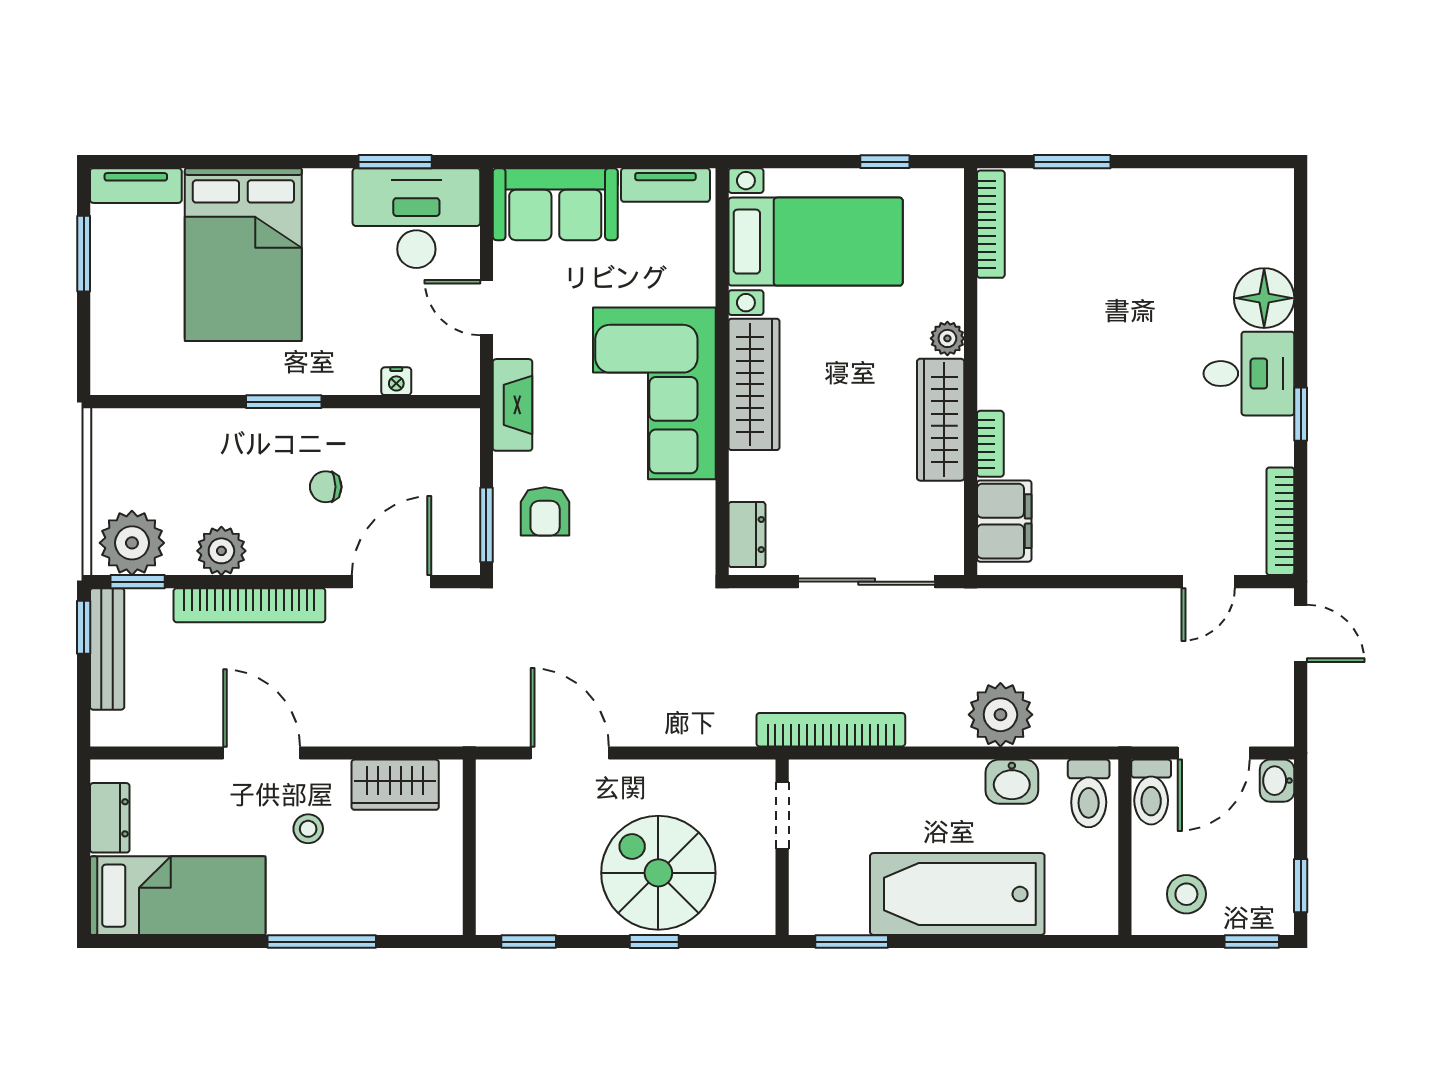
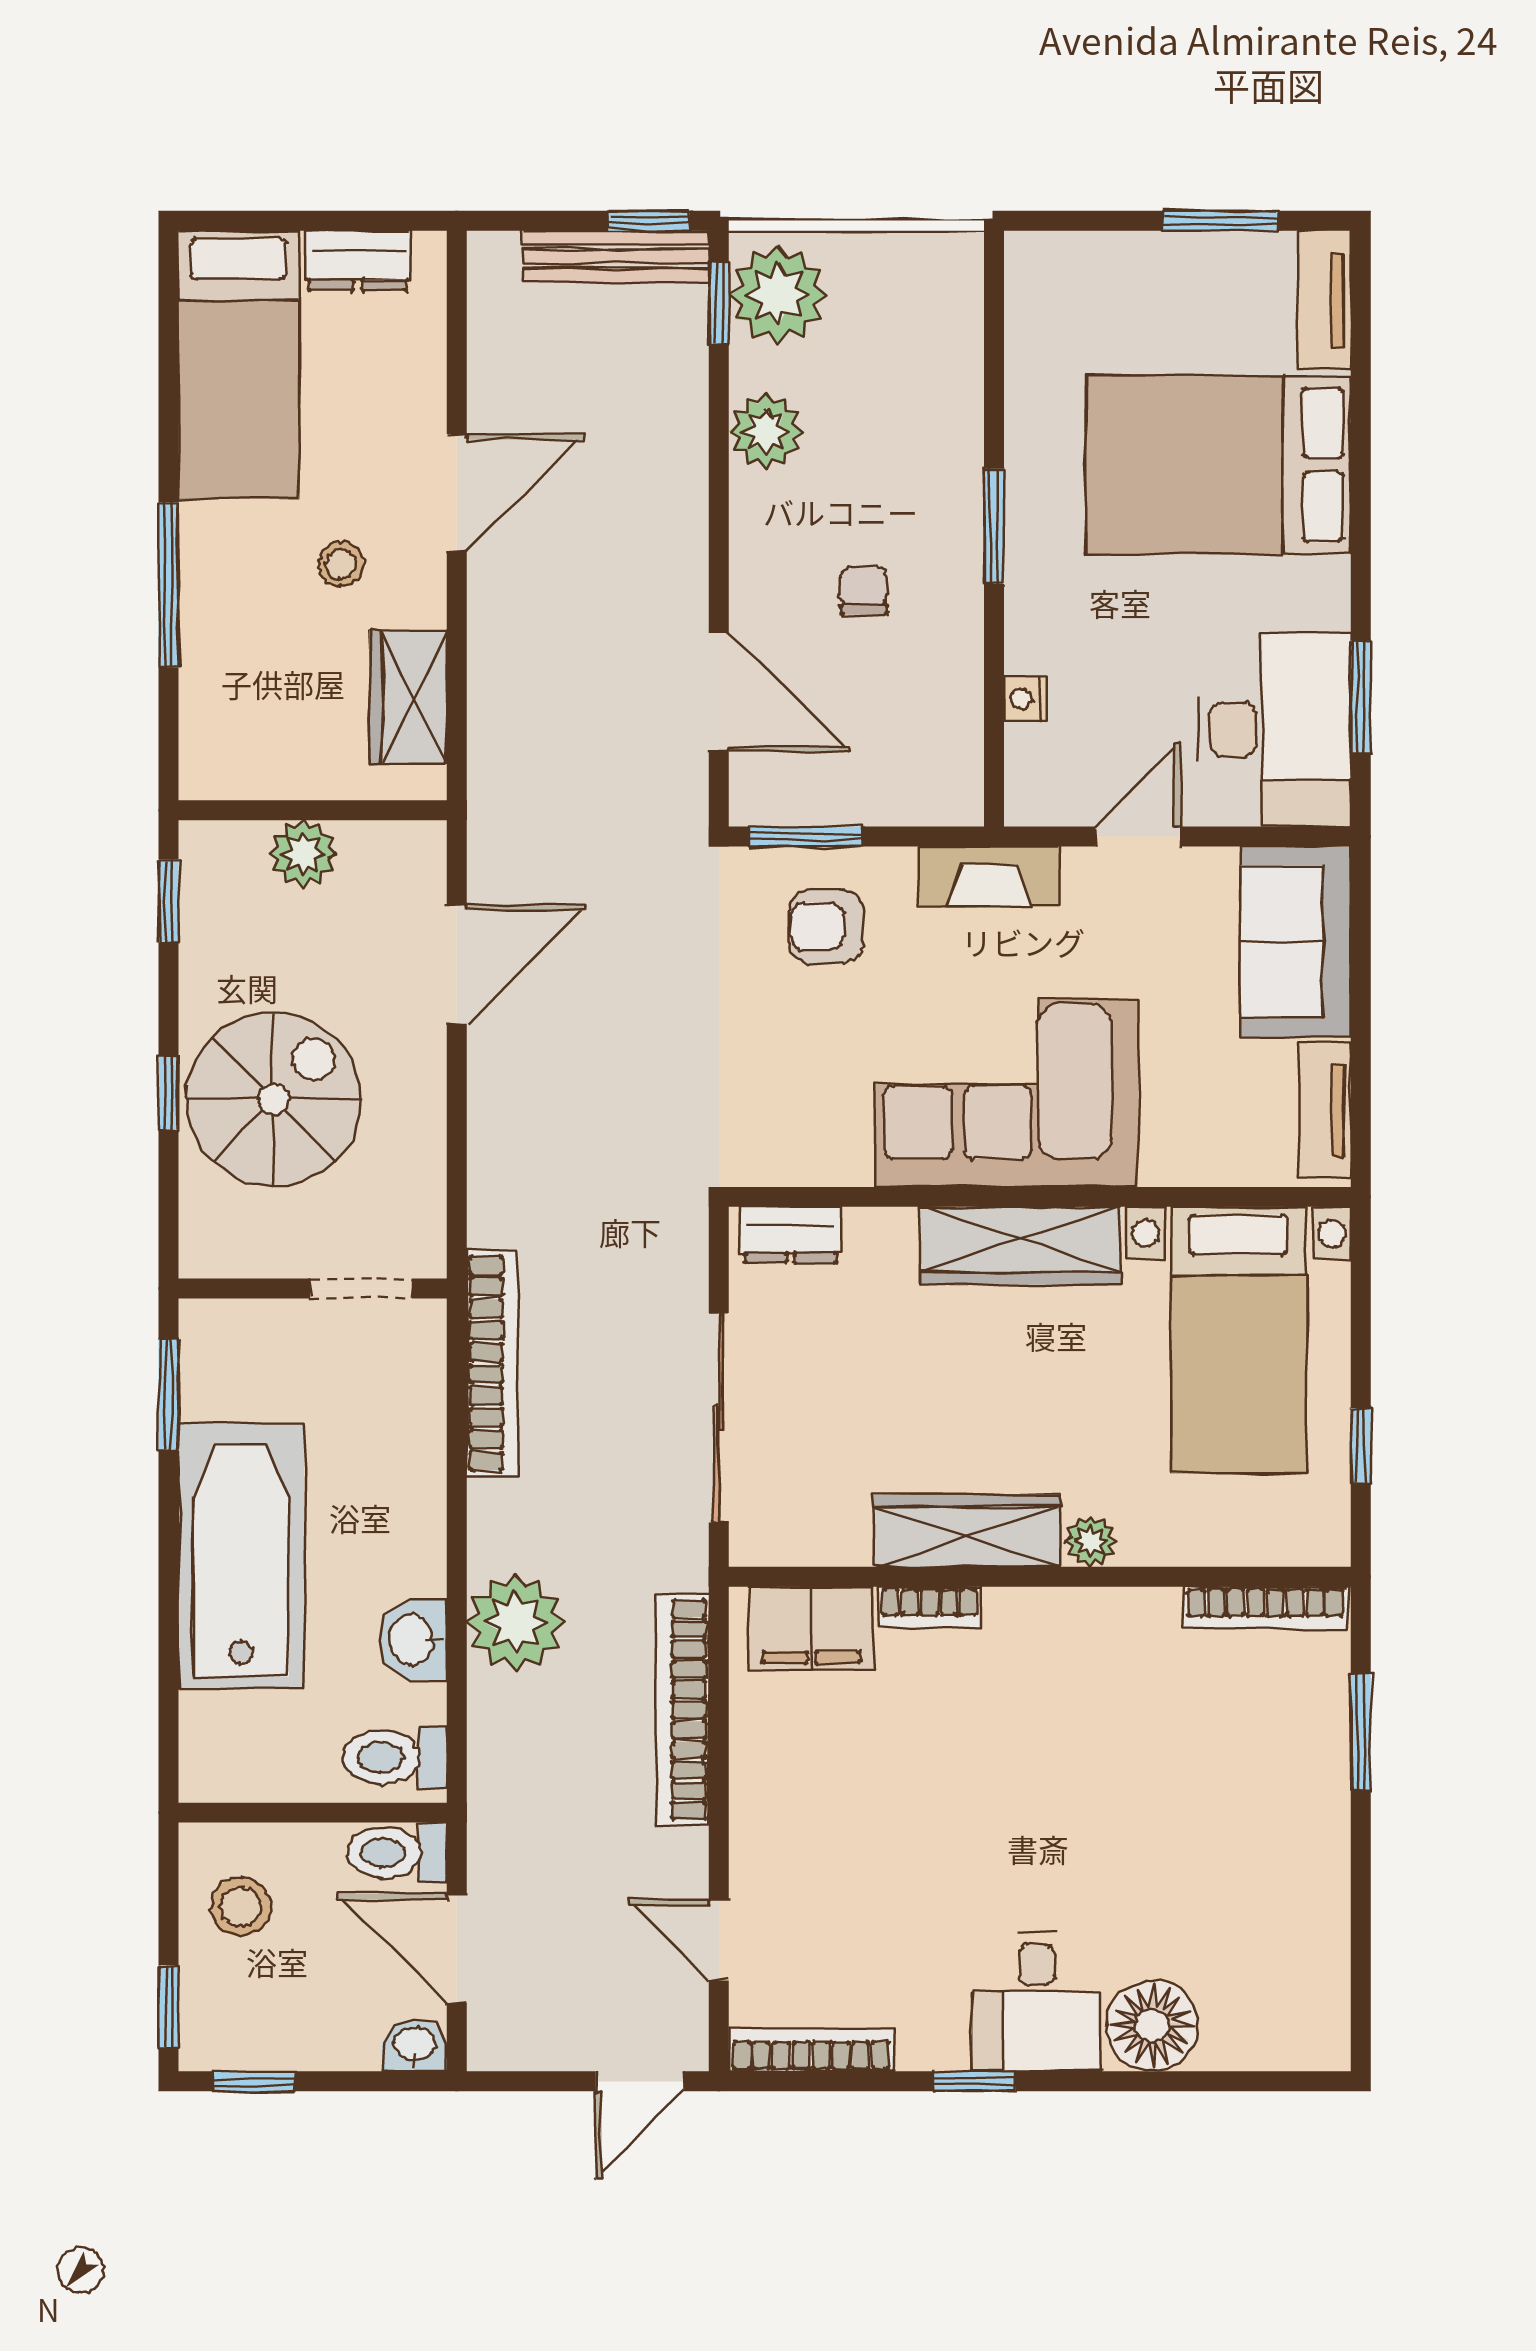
bookcase: (249, 605) -> (683, 1710), moved
plant: (498, 854) -> (303, 854), added

